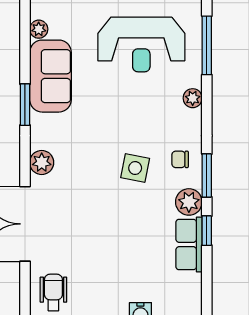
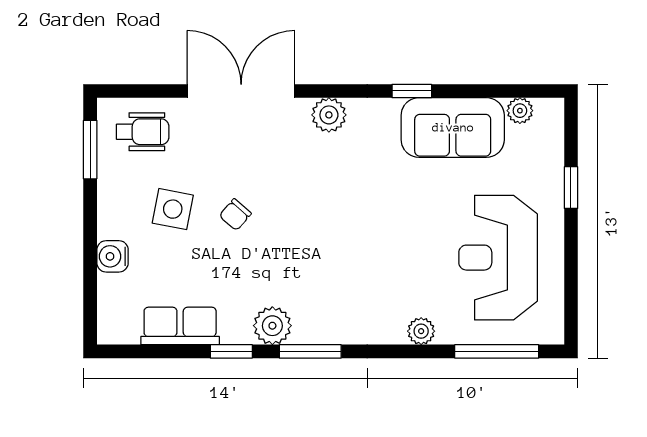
window: (25, 105) -> (412, 91), width x0.67
chair: (180, 159) -> (235, 215), moved, turned -139
side table: (135, 168) -> (173, 209), moved
row of seats: (189, 244) -> (180, 326), moved

